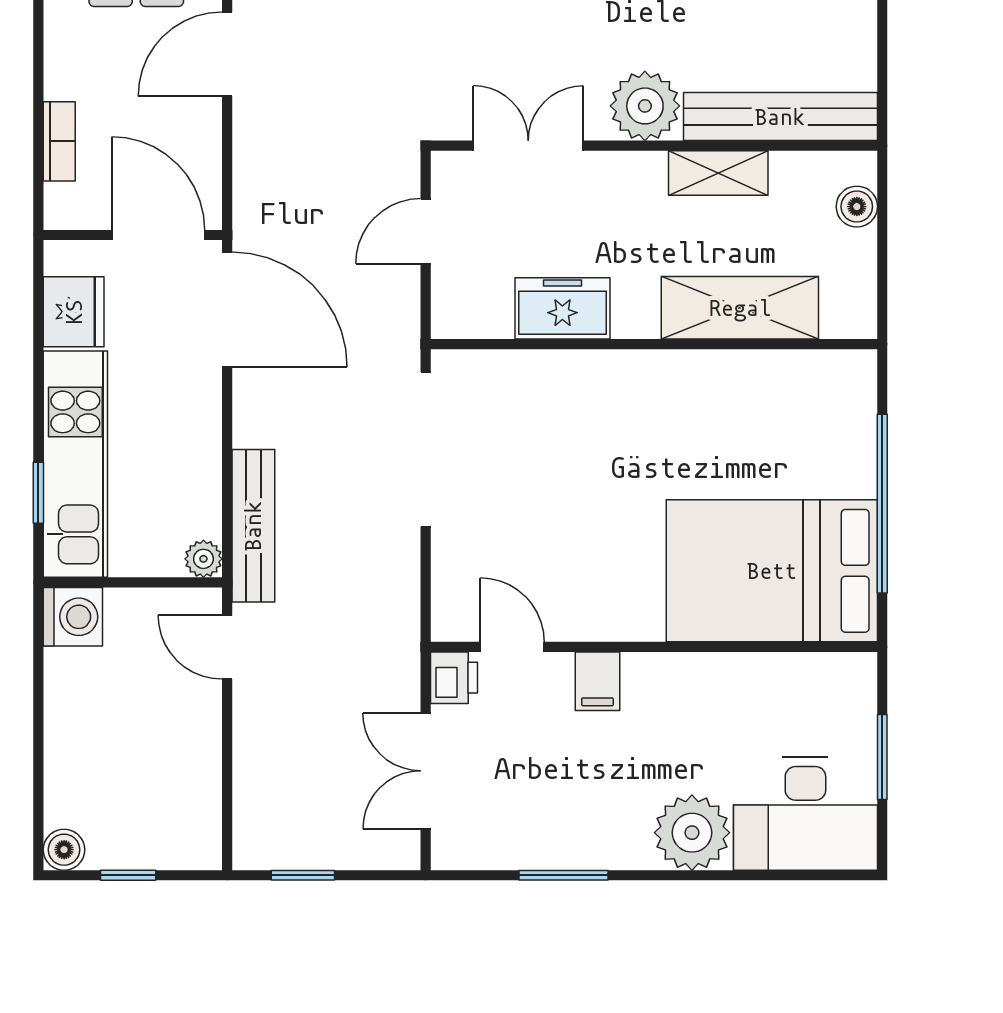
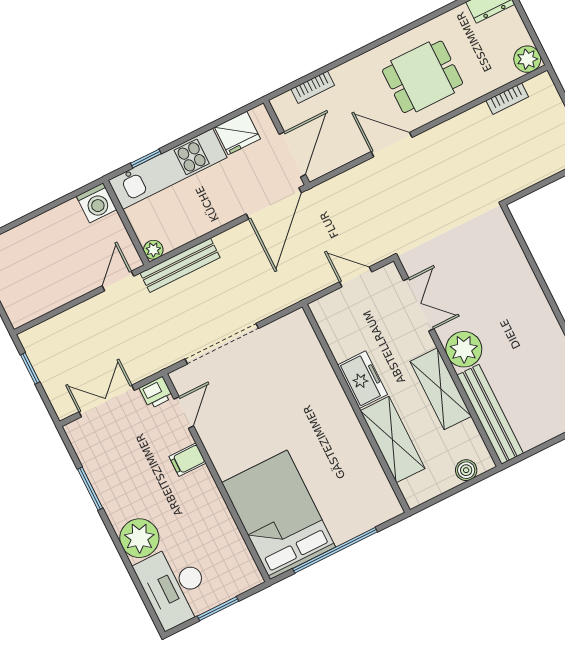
shelving: (718, 173) -> (441, 389), width x1.50, depth x1.33
freezer: (562, 308) -> (362, 380), moved
doorway: (426, 449) -> (222, 344), moved

